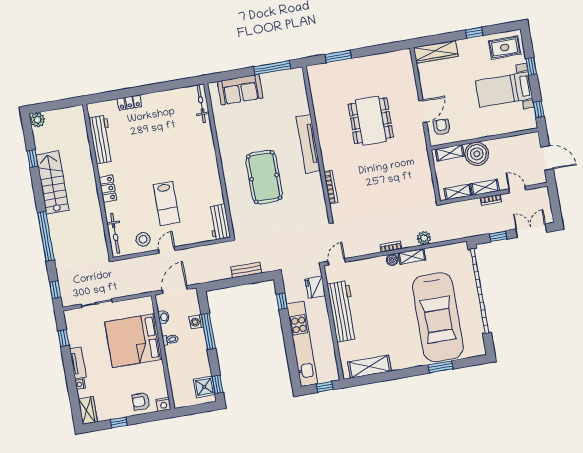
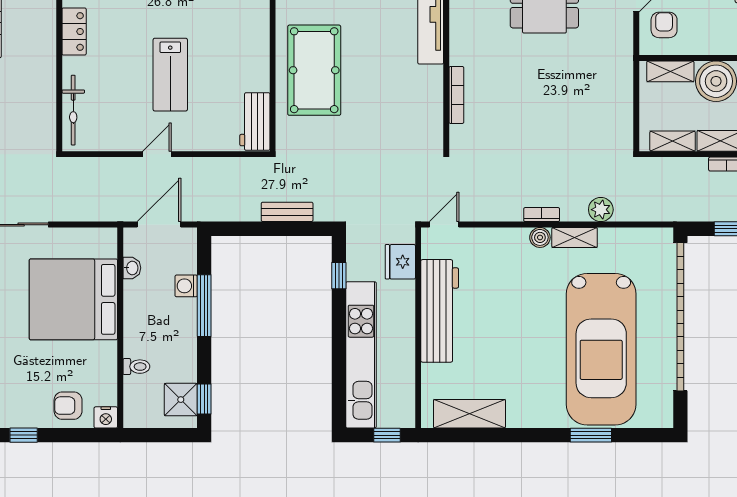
pool table: (264, 177) -> (314, 70), moved
stool: (143, 239) -> (120, 129), removed
toilet: (170, 340) -> (136, 367), moved

